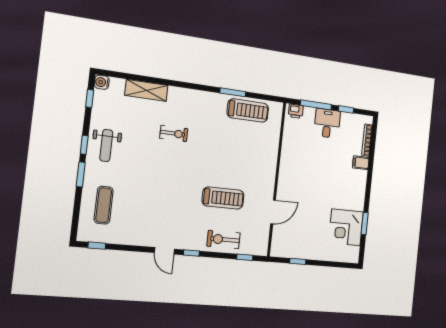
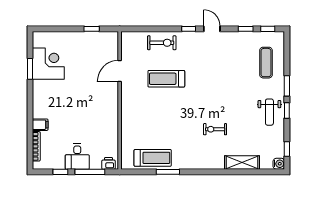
treadmill: (248, 111) -> (153, 158), turned 180
weight bench: (106, 146) -> (269, 112), turned 180
window: (245, 257) -> (246, 29), moved

